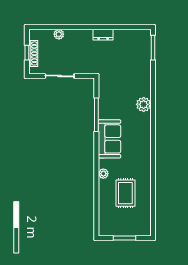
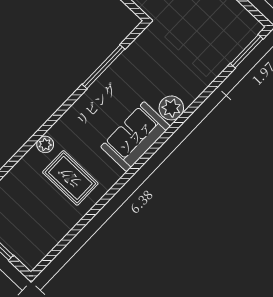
sofa: (109, 139) -> (135, 137), moved, turned 180
rug: (125, 193) -> (70, 178), moved, turned 90

